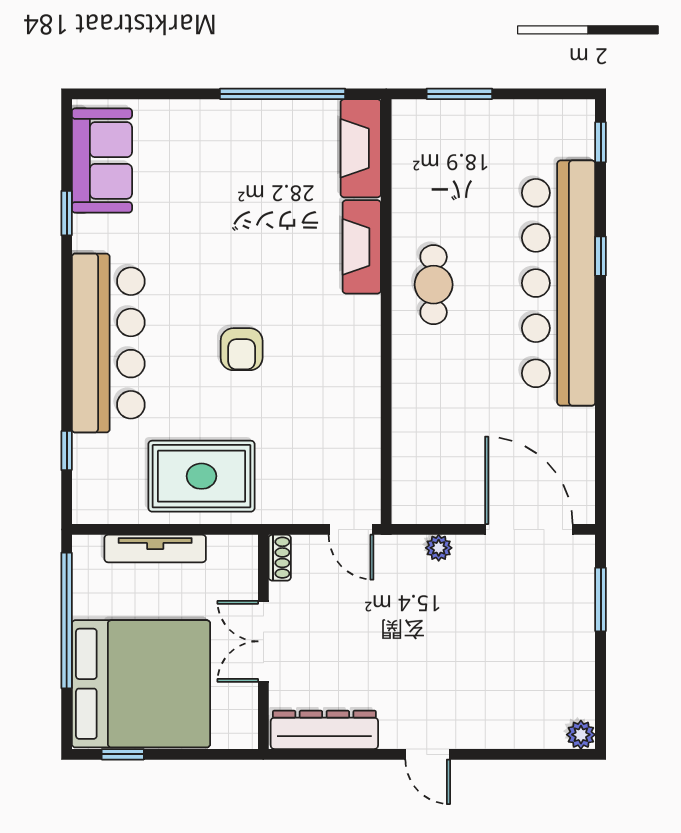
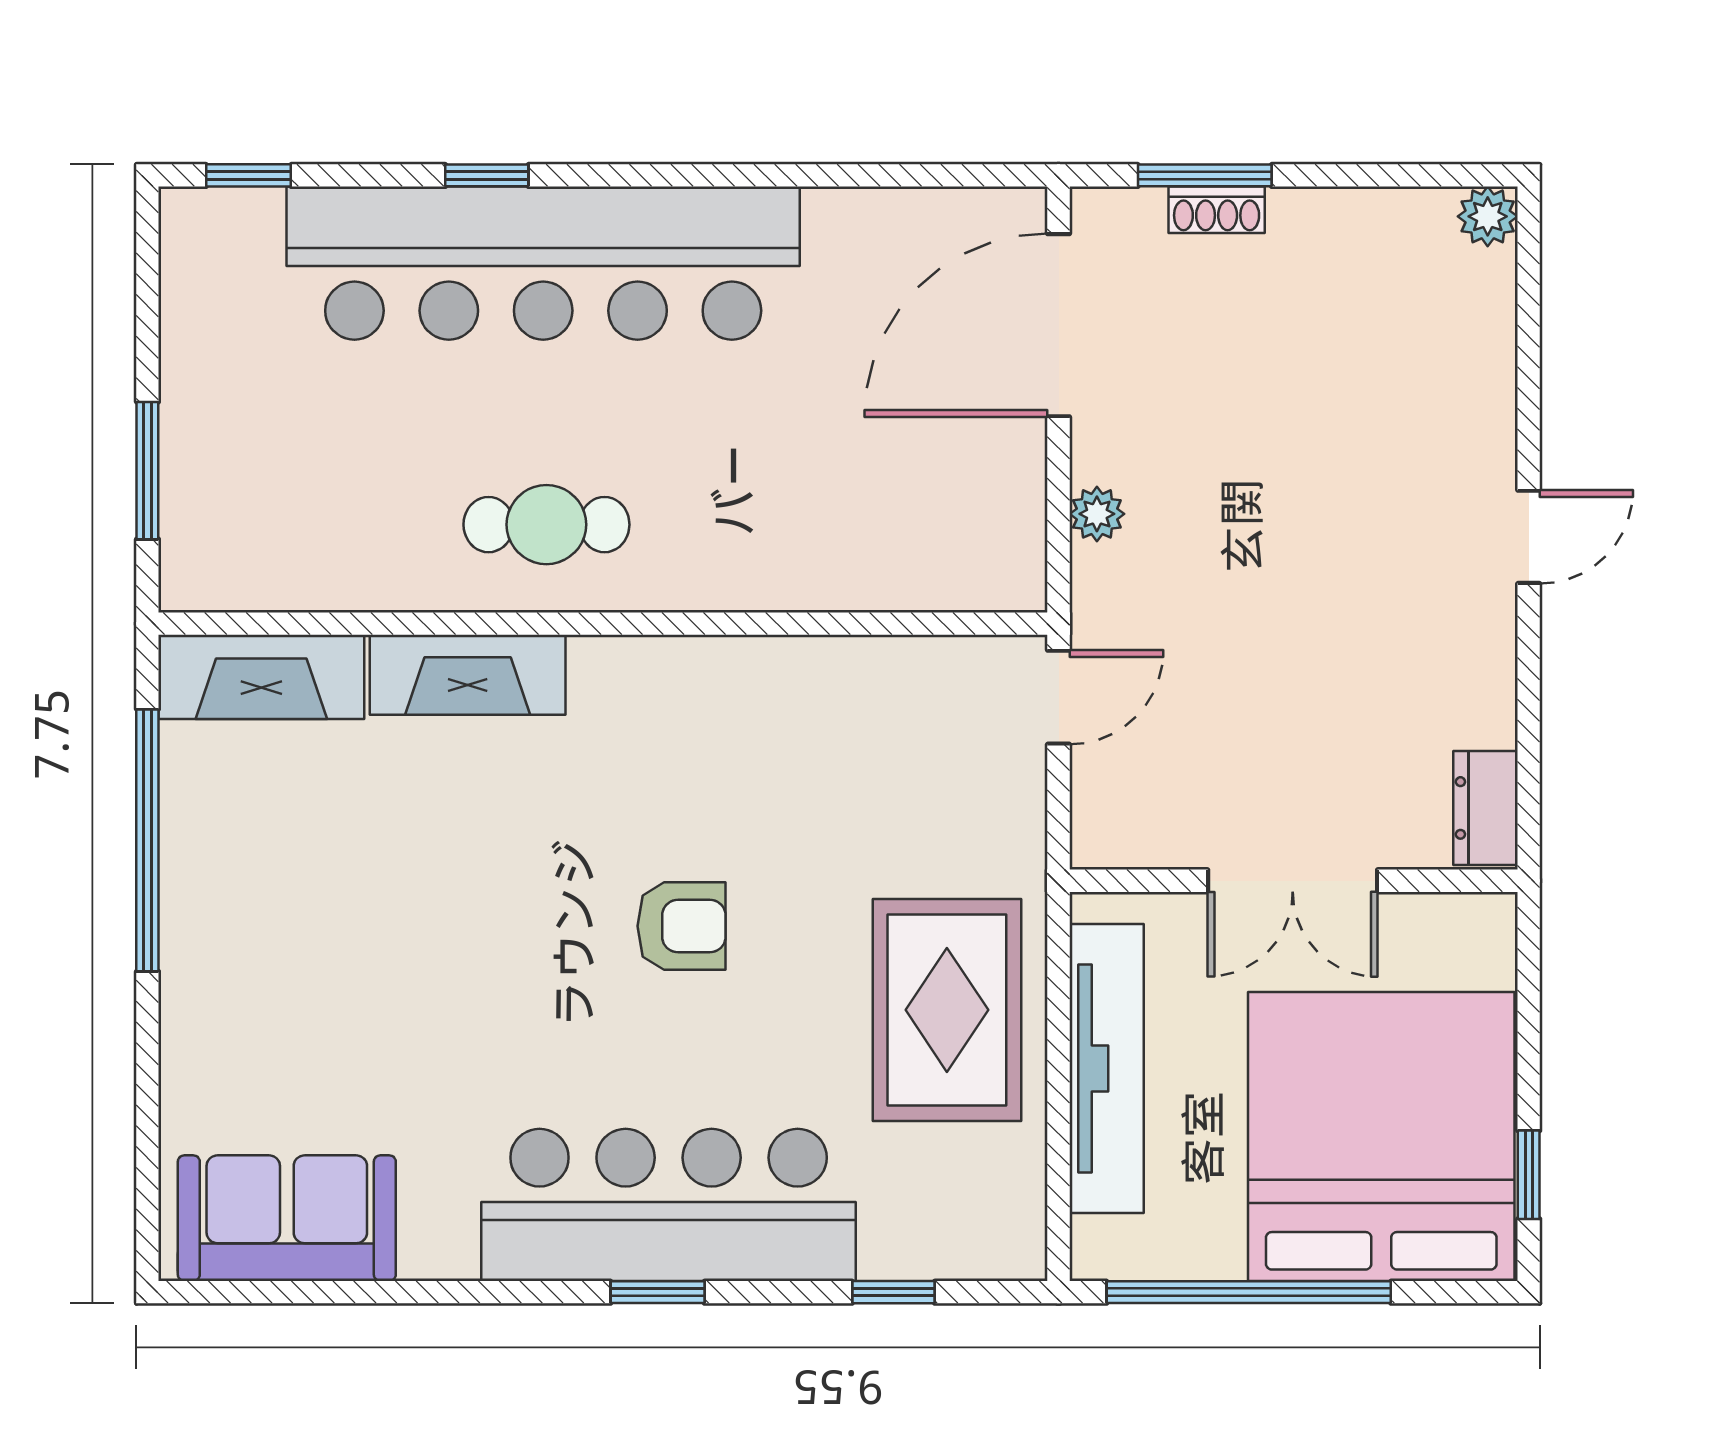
window: (67, 213) -> (658, 1292), moved
tv unit: (155, 548) -> (1107, 1068), width x1.36, depth x1.29
shoe rack: (280, 558) -> (1217, 210), moved, turned 180
dresser: (324, 730) -> (1486, 808), width x0.51, depth x0.80

